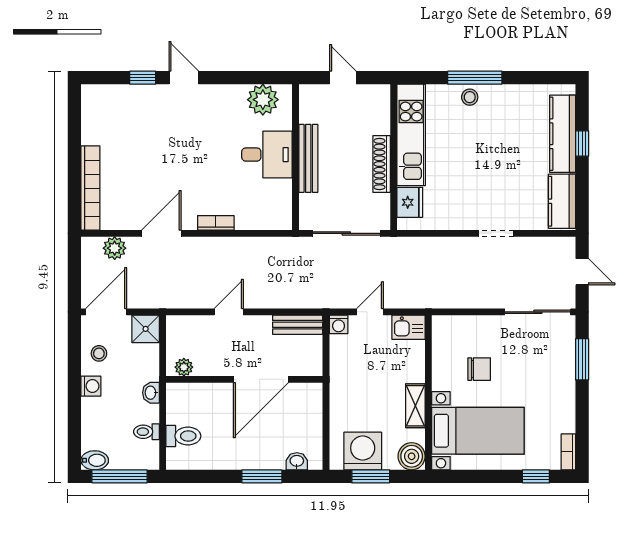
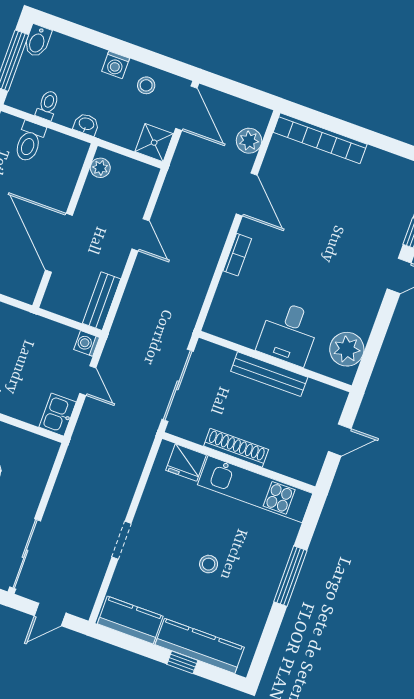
stool: (470, 97) -> (209, 564), moved

